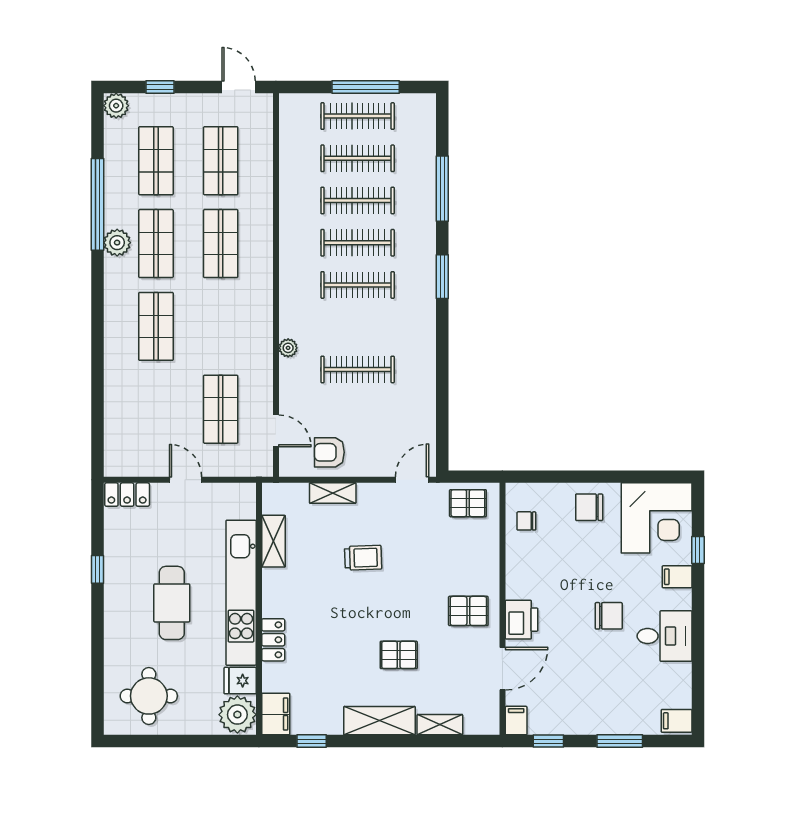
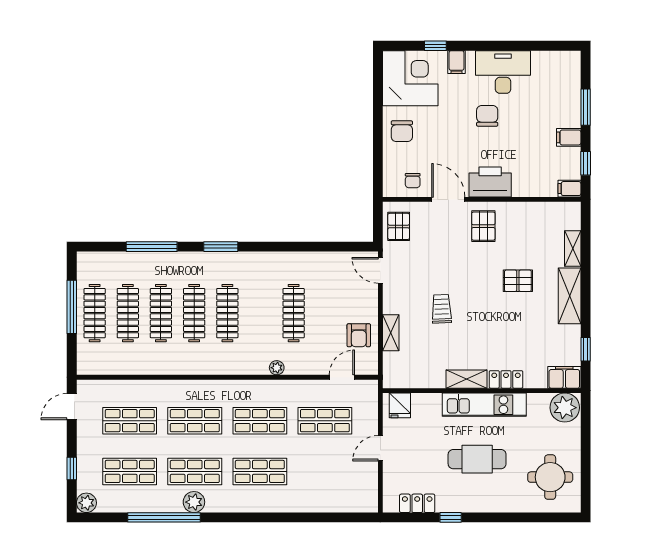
shop shelf: (221, 326) -> (260, 421), added
locker: (127, 495) -> (417, 503), moved, turned -90
shelving: (274, 541) -> (466, 379), moved
kitchen unit: (241, 593) -> (484, 405), width x0.73
printer: (521, 620) -> (490, 182), width x1.37, depth x1.19
desk: (665, 636) -> (503, 72), width x1.37
pallet: (399, 655) -> (518, 281), turned 90
door: (502, 669) -> (448, 199), moved
fridge: (240, 681) -> (400, 405), moved
filing cabinet: (677, 721) -> (569, 137), moved, turned 90

